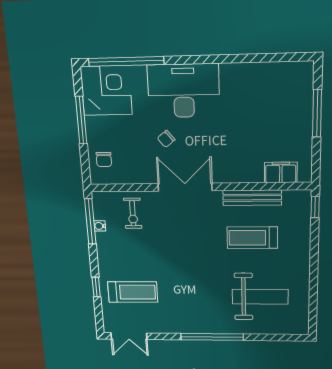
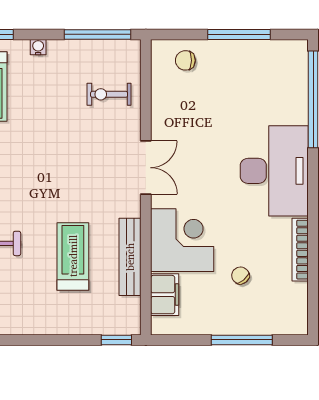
bookcase: (245, 69) -> (300, 250), added
corner desk: (106, 91) -> (182, 240), moved, turned -90
chair: (166, 139) -> (240, 276), moved
double door: (185, 187) -> (146, 168), width x0.73
water cooler: (100, 226) -> (38, 47), moved

